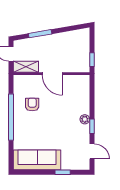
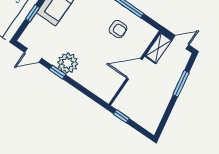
plant: (85, 119) -> (68, 63), width x1.87, depth x1.87

